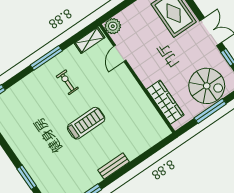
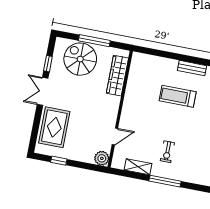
shelving: (89, 40) -> (138, 167), moved
treadmill: (86, 123) -> (178, 96), moved

